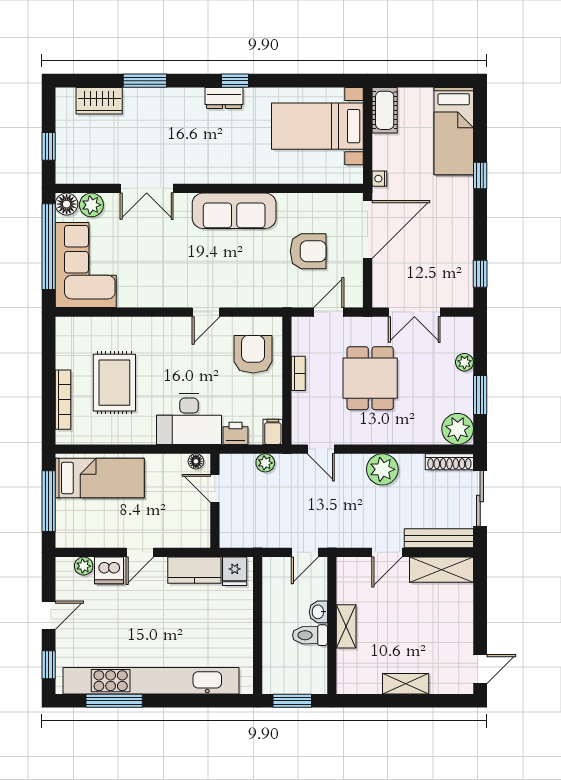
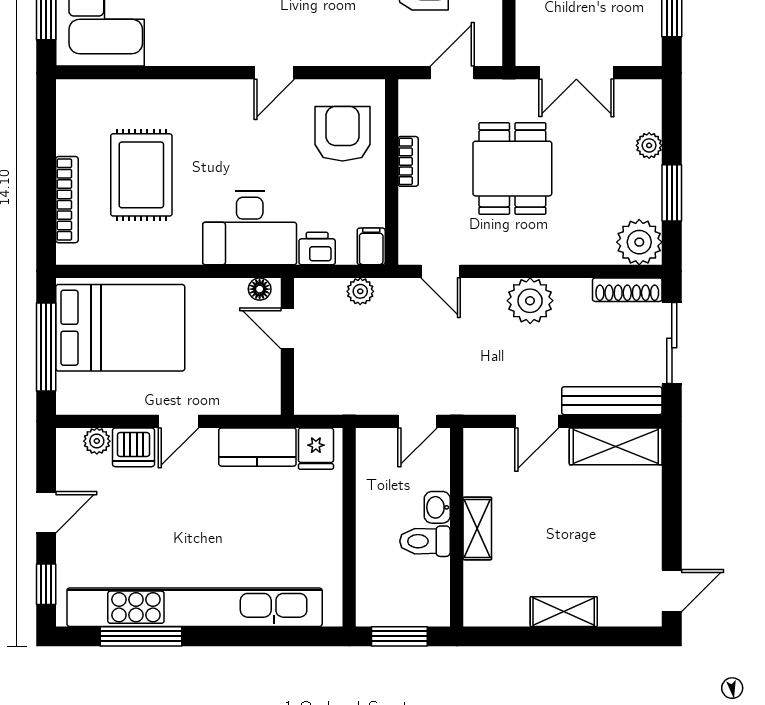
bed: (100, 478) -> (120, 328), width x1.50

